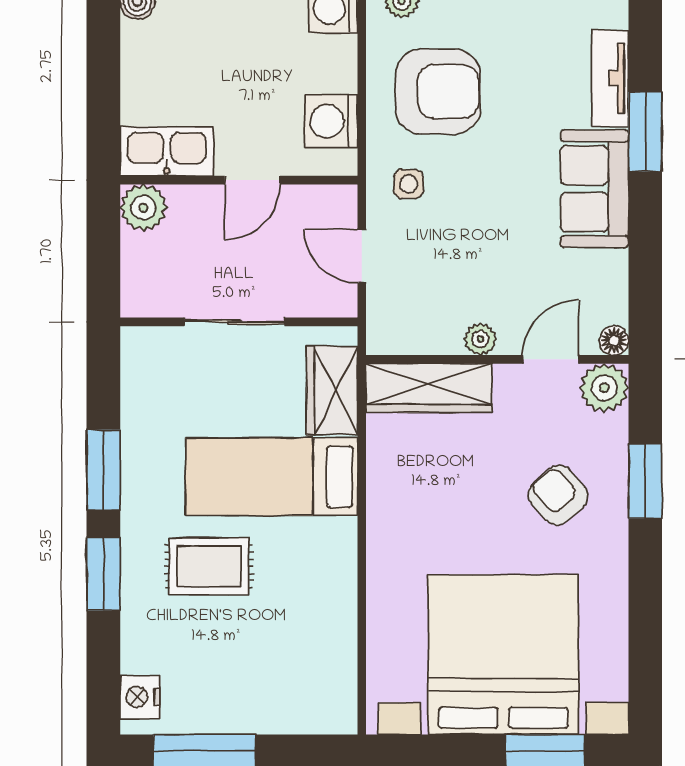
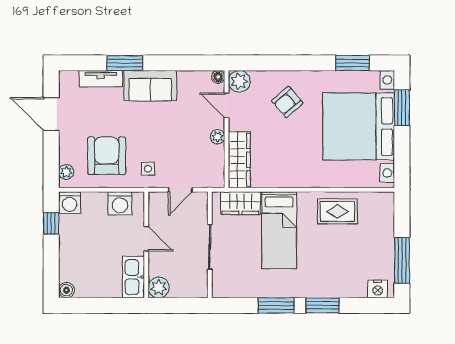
window: (645, 481) -> (353, 63), moved
rug: (209, 566) -> (337, 211), moved, turned 90

